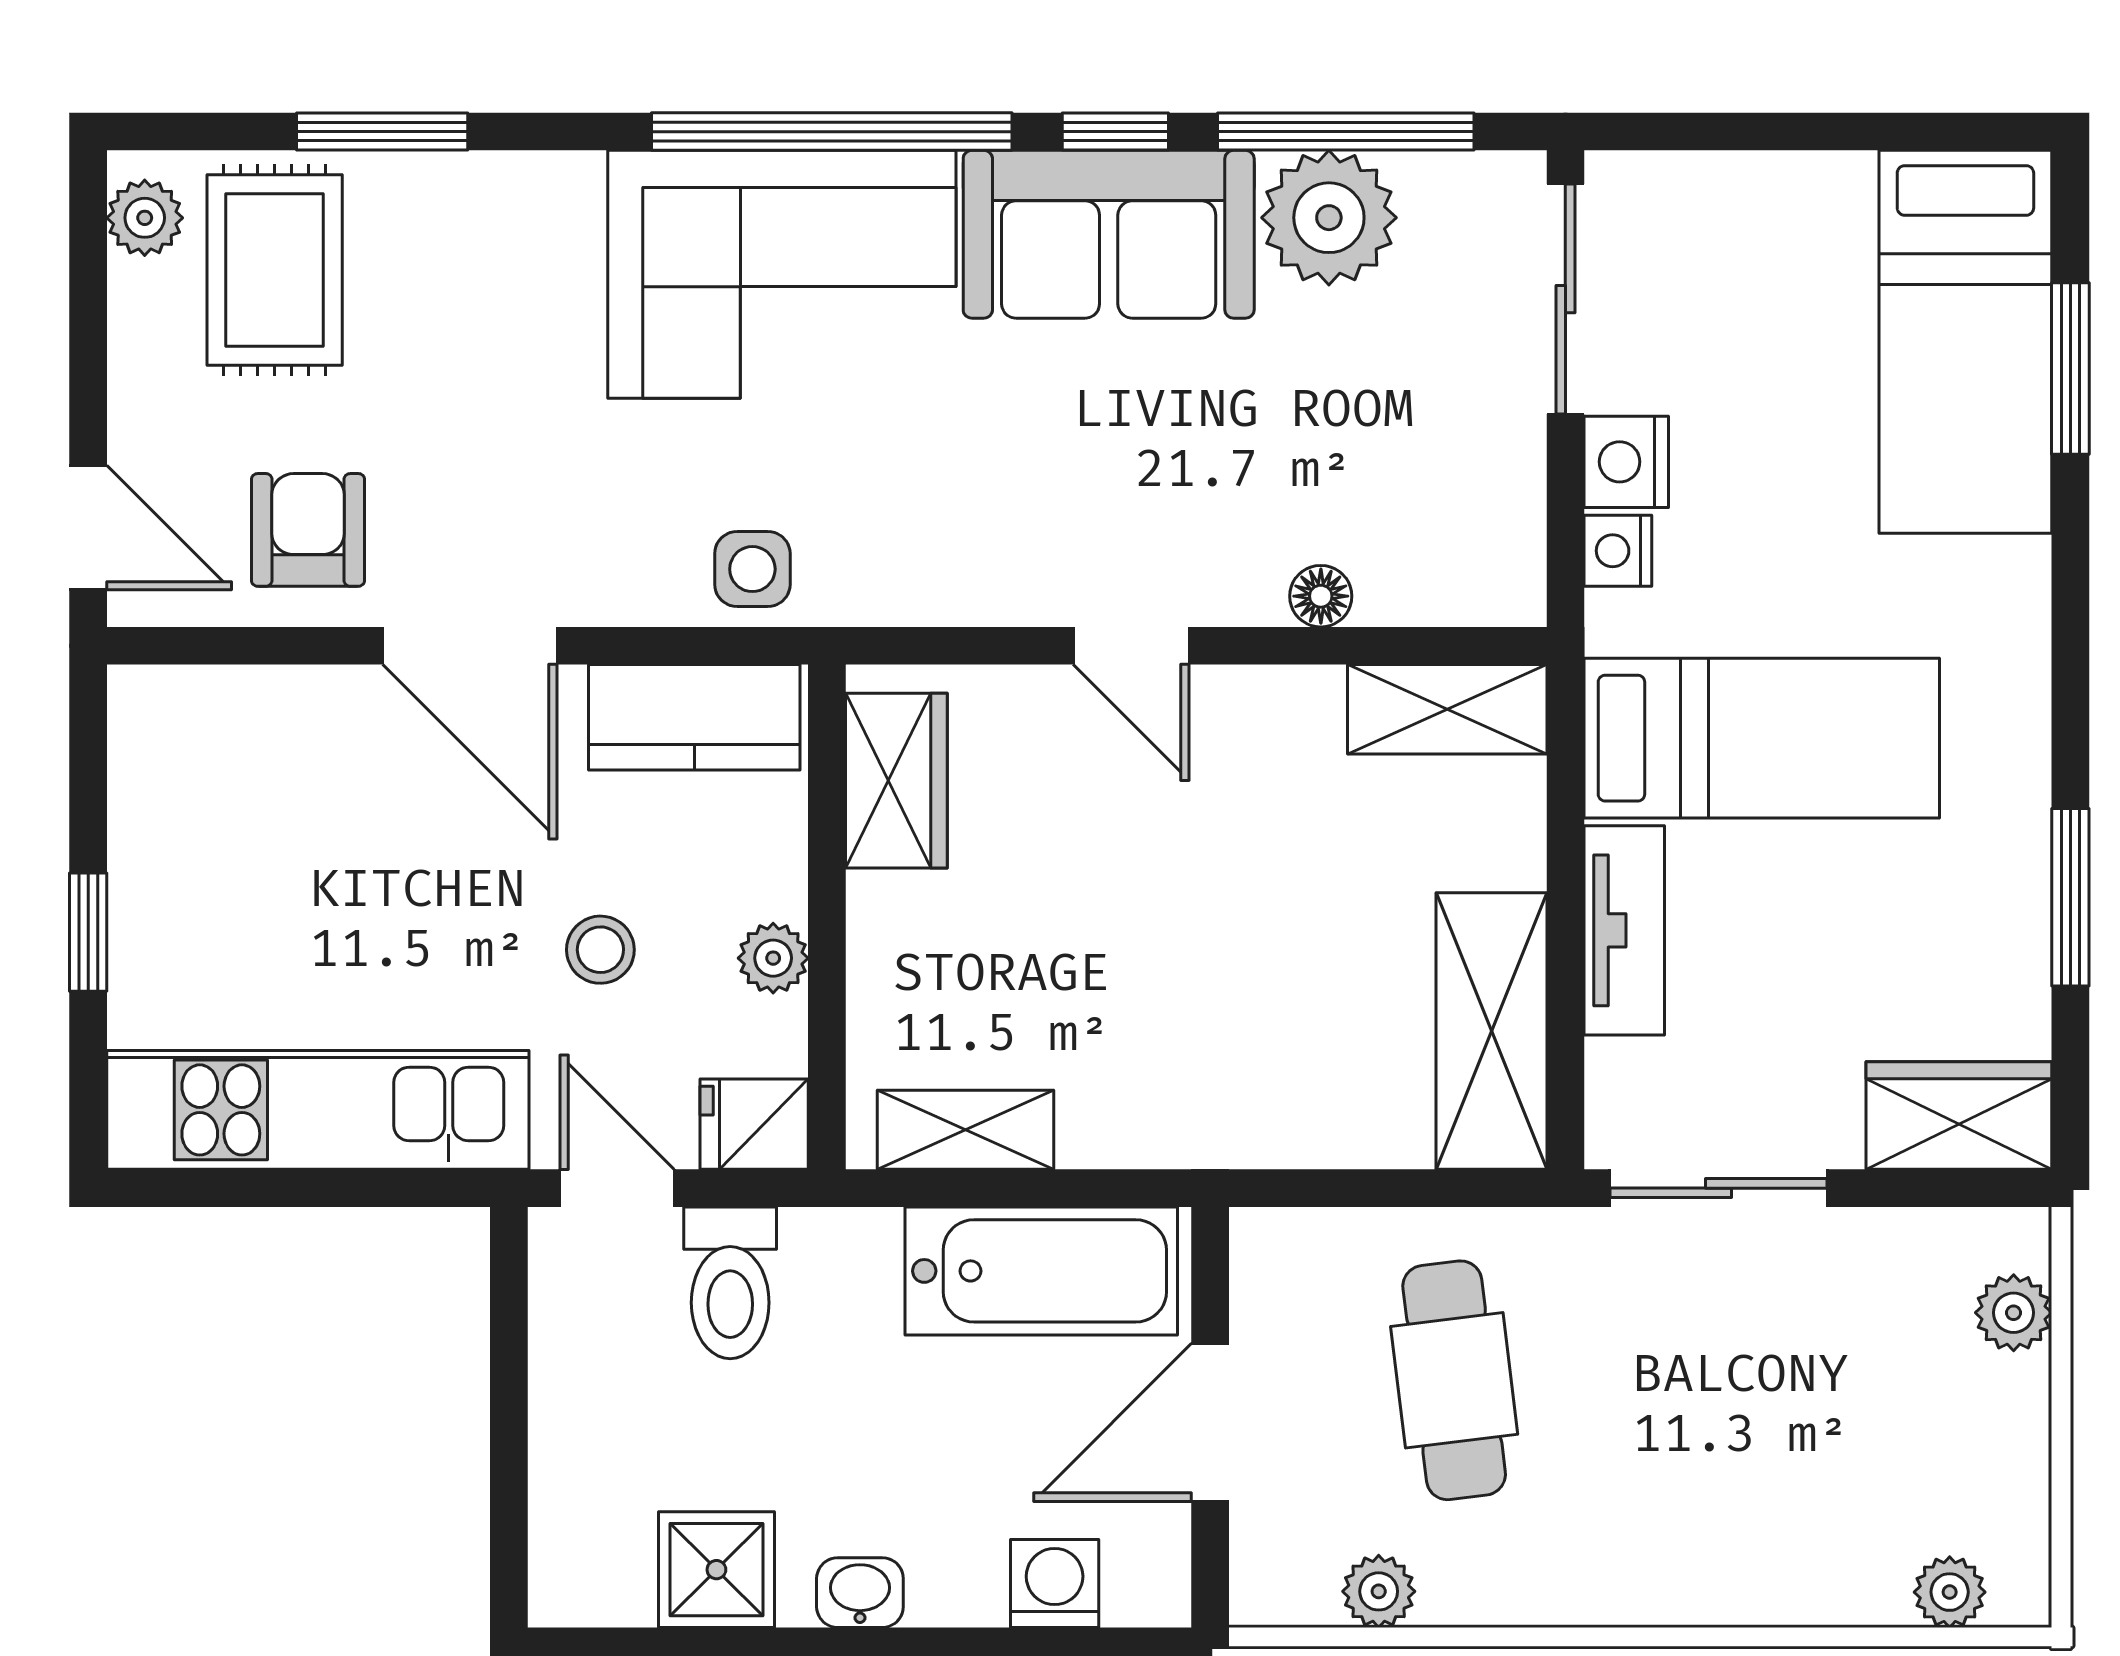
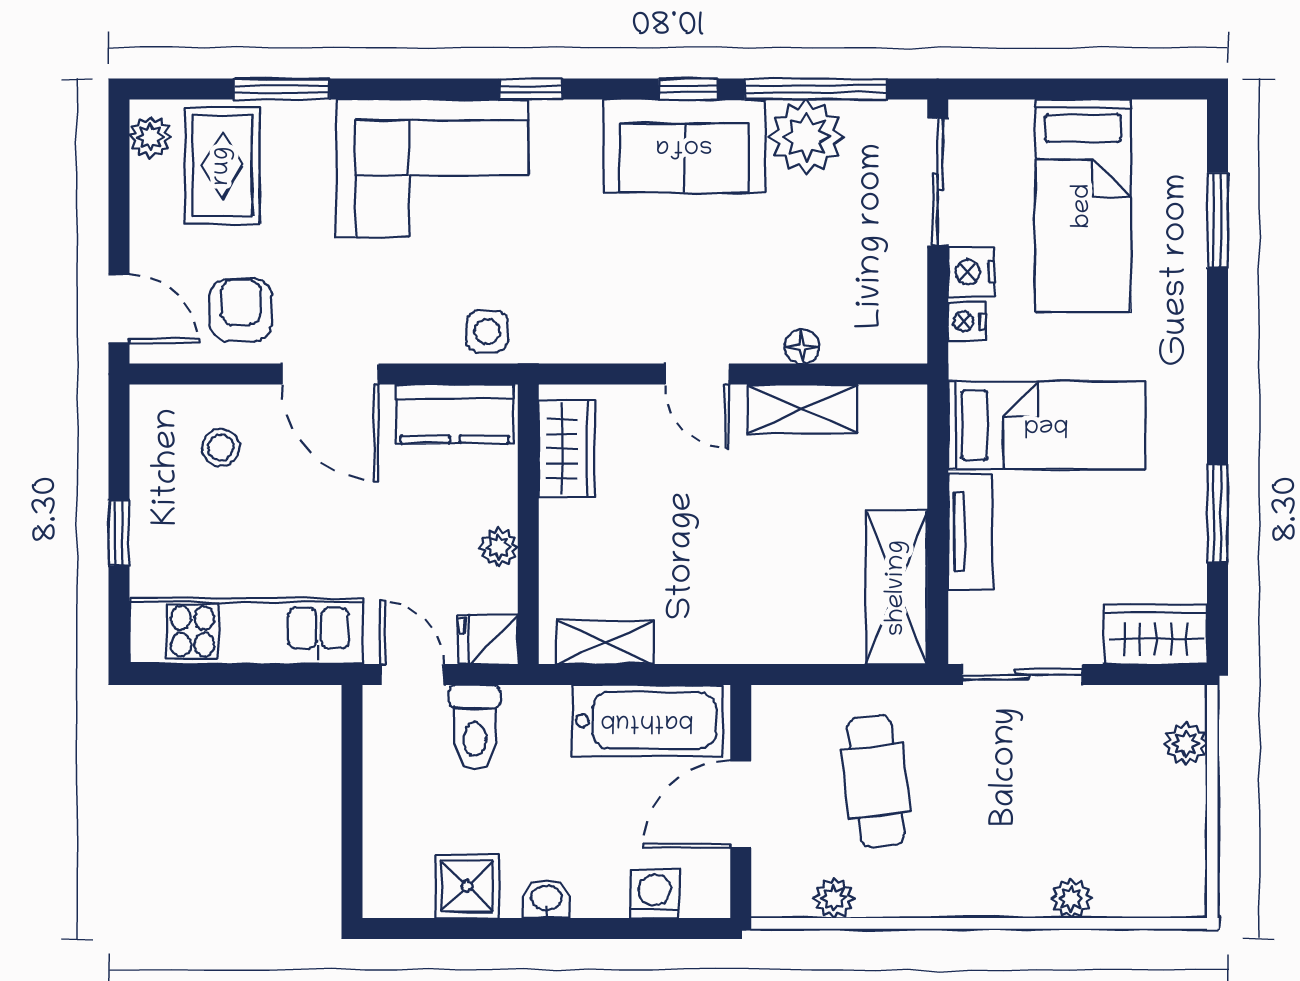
window: (832, 132) -> (531, 89), width x0.32
corner sofa: (782, 274) -> (432, 168), moved
bed: (1965, 342) -> (1083, 206), moved
shelving: (1447, 709) -> (803, 409), moved
stool: (600, 950) -> (221, 448), moved
plant: (1950, 1592) -> (1071, 898), moved

